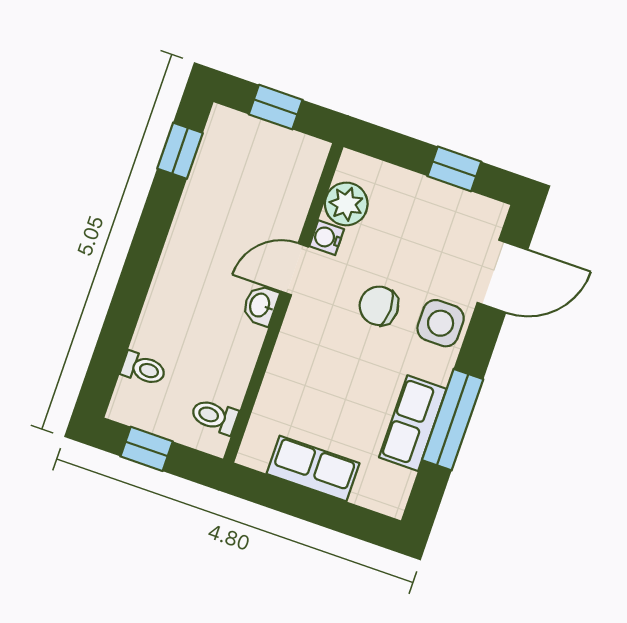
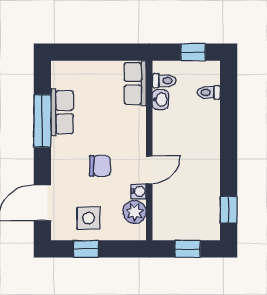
washbasin: (260, 305) -> (160, 99), moved
side table: (441, 323) -> (88, 218), moved
row of seats: (313, 468) -> (135, 83), moved, turned 90

